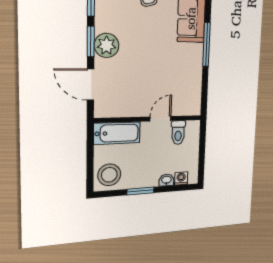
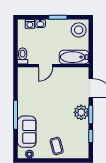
toilet: (178, 133) -> (23, 56), moved

